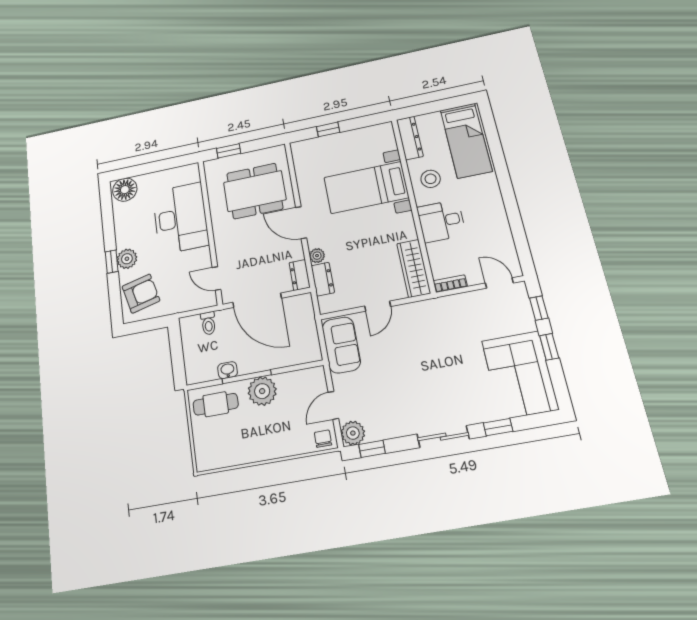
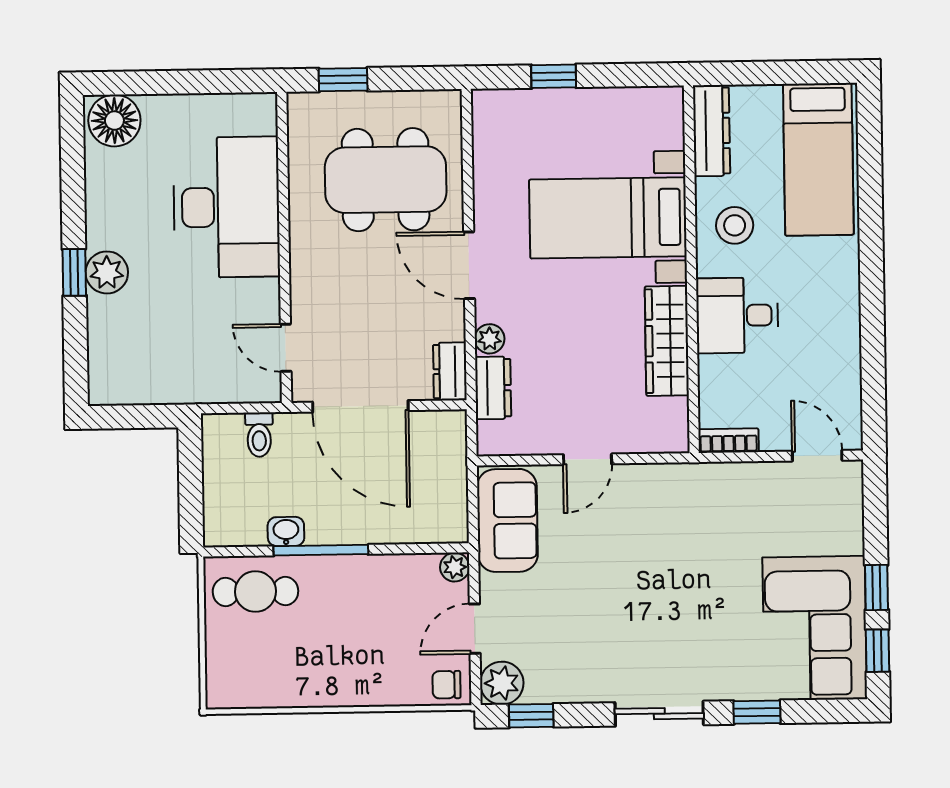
wardrobe: (414, 268) -> (667, 341), moved
armchair: (141, 294) -> (130, 351), removed
window: (539, 308) -> (878, 651), moved
plant: (262, 391) -> (455, 567), moved, width x0.53, depth x0.53
chair: (323, 439) -> (446, 685), turned -90

